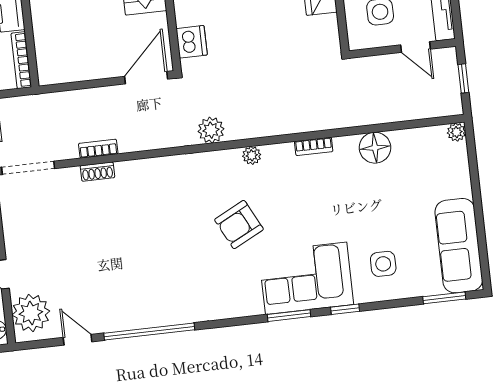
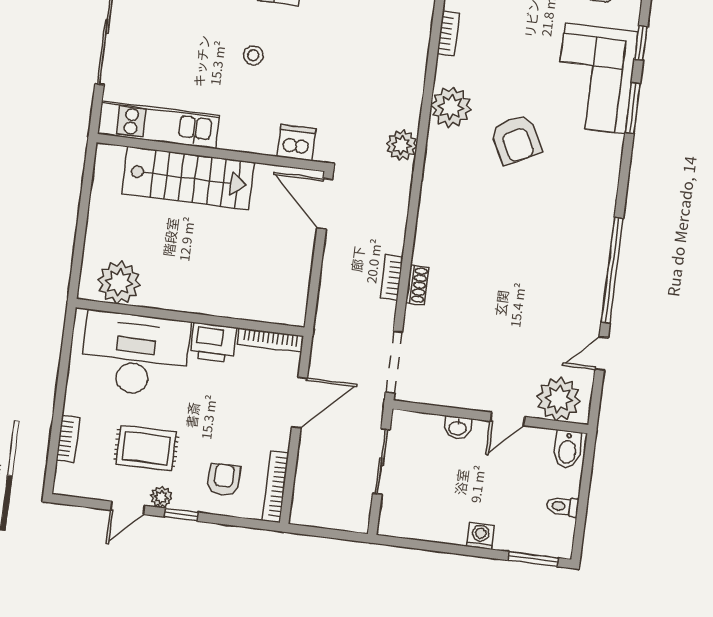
plant: (252, 155) -> (451, 107), width x1.87, depth x1.87

